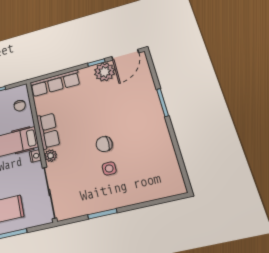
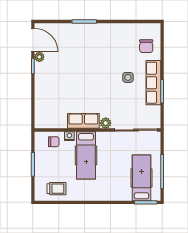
plant: (104, 72) -> (39, 57), width x0.53, depth x0.53
row of seats: (55, 83) -> (153, 83), moved, turned 180
chair: (104, 144) -> (146, 46), moved
nightstand: (35, 156) -> (69, 136), moved

